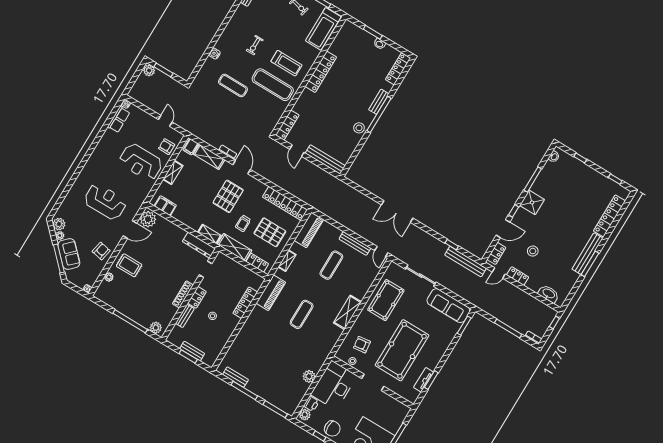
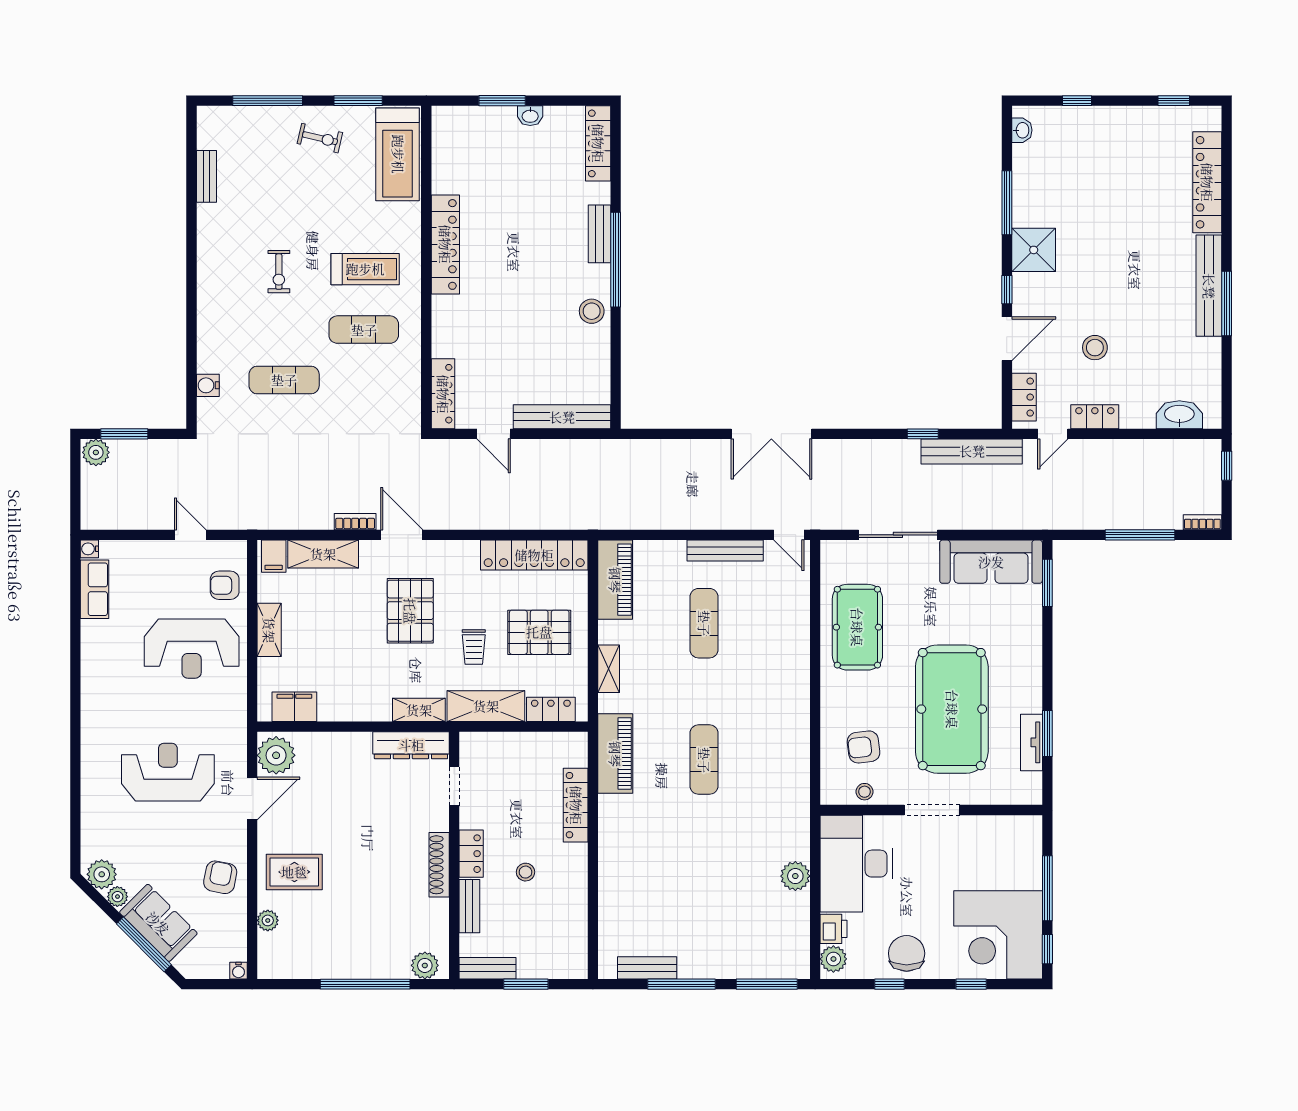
water cooler: (215, 54) -> (208, 385), moved
exercise mat: (273, 85) -> (364, 330), width x0.73, depth x0.69
shelving: (347, 312) -> (794, 699), removed
bench: (192, 351) -> (488, 968), moved
chair: (332, 429) -> (907, 953), turned -90

